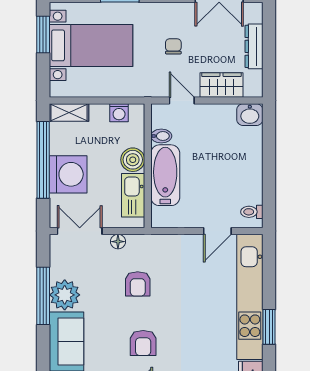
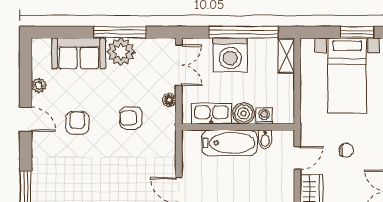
washing machine: (119, 113) -> (264, 116), moved, turned 90
armchair: (143, 343) -> (77, 123), turned 90

